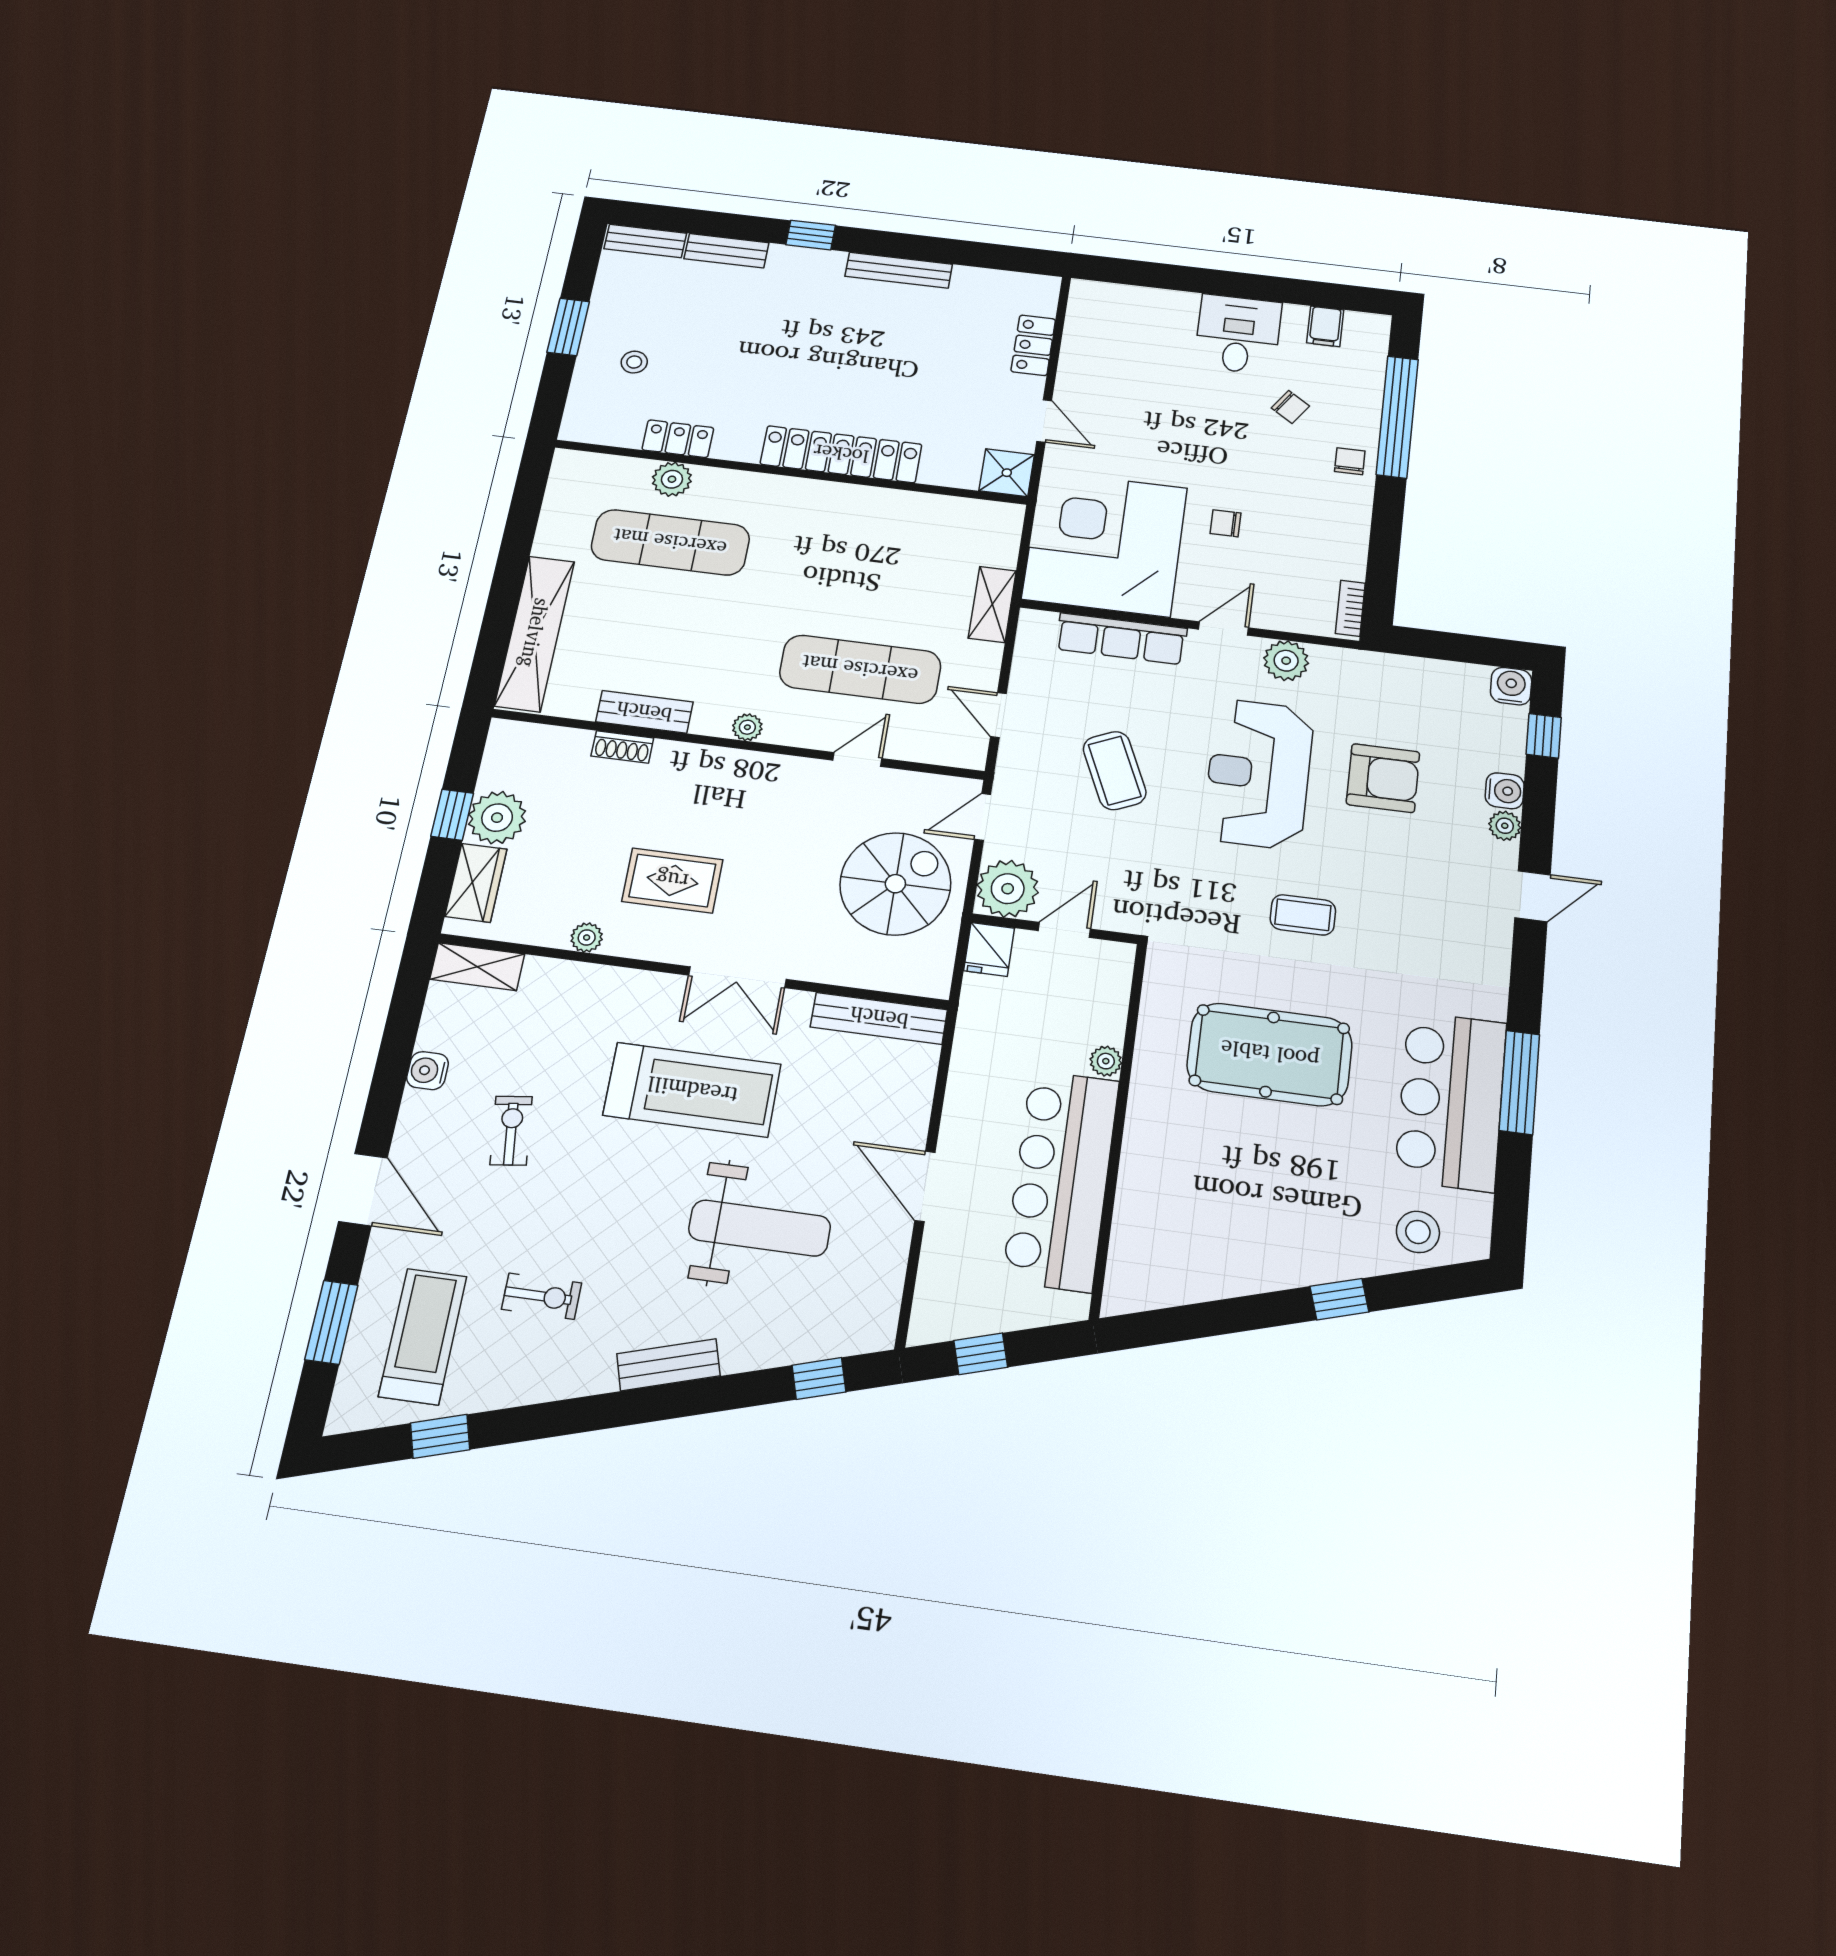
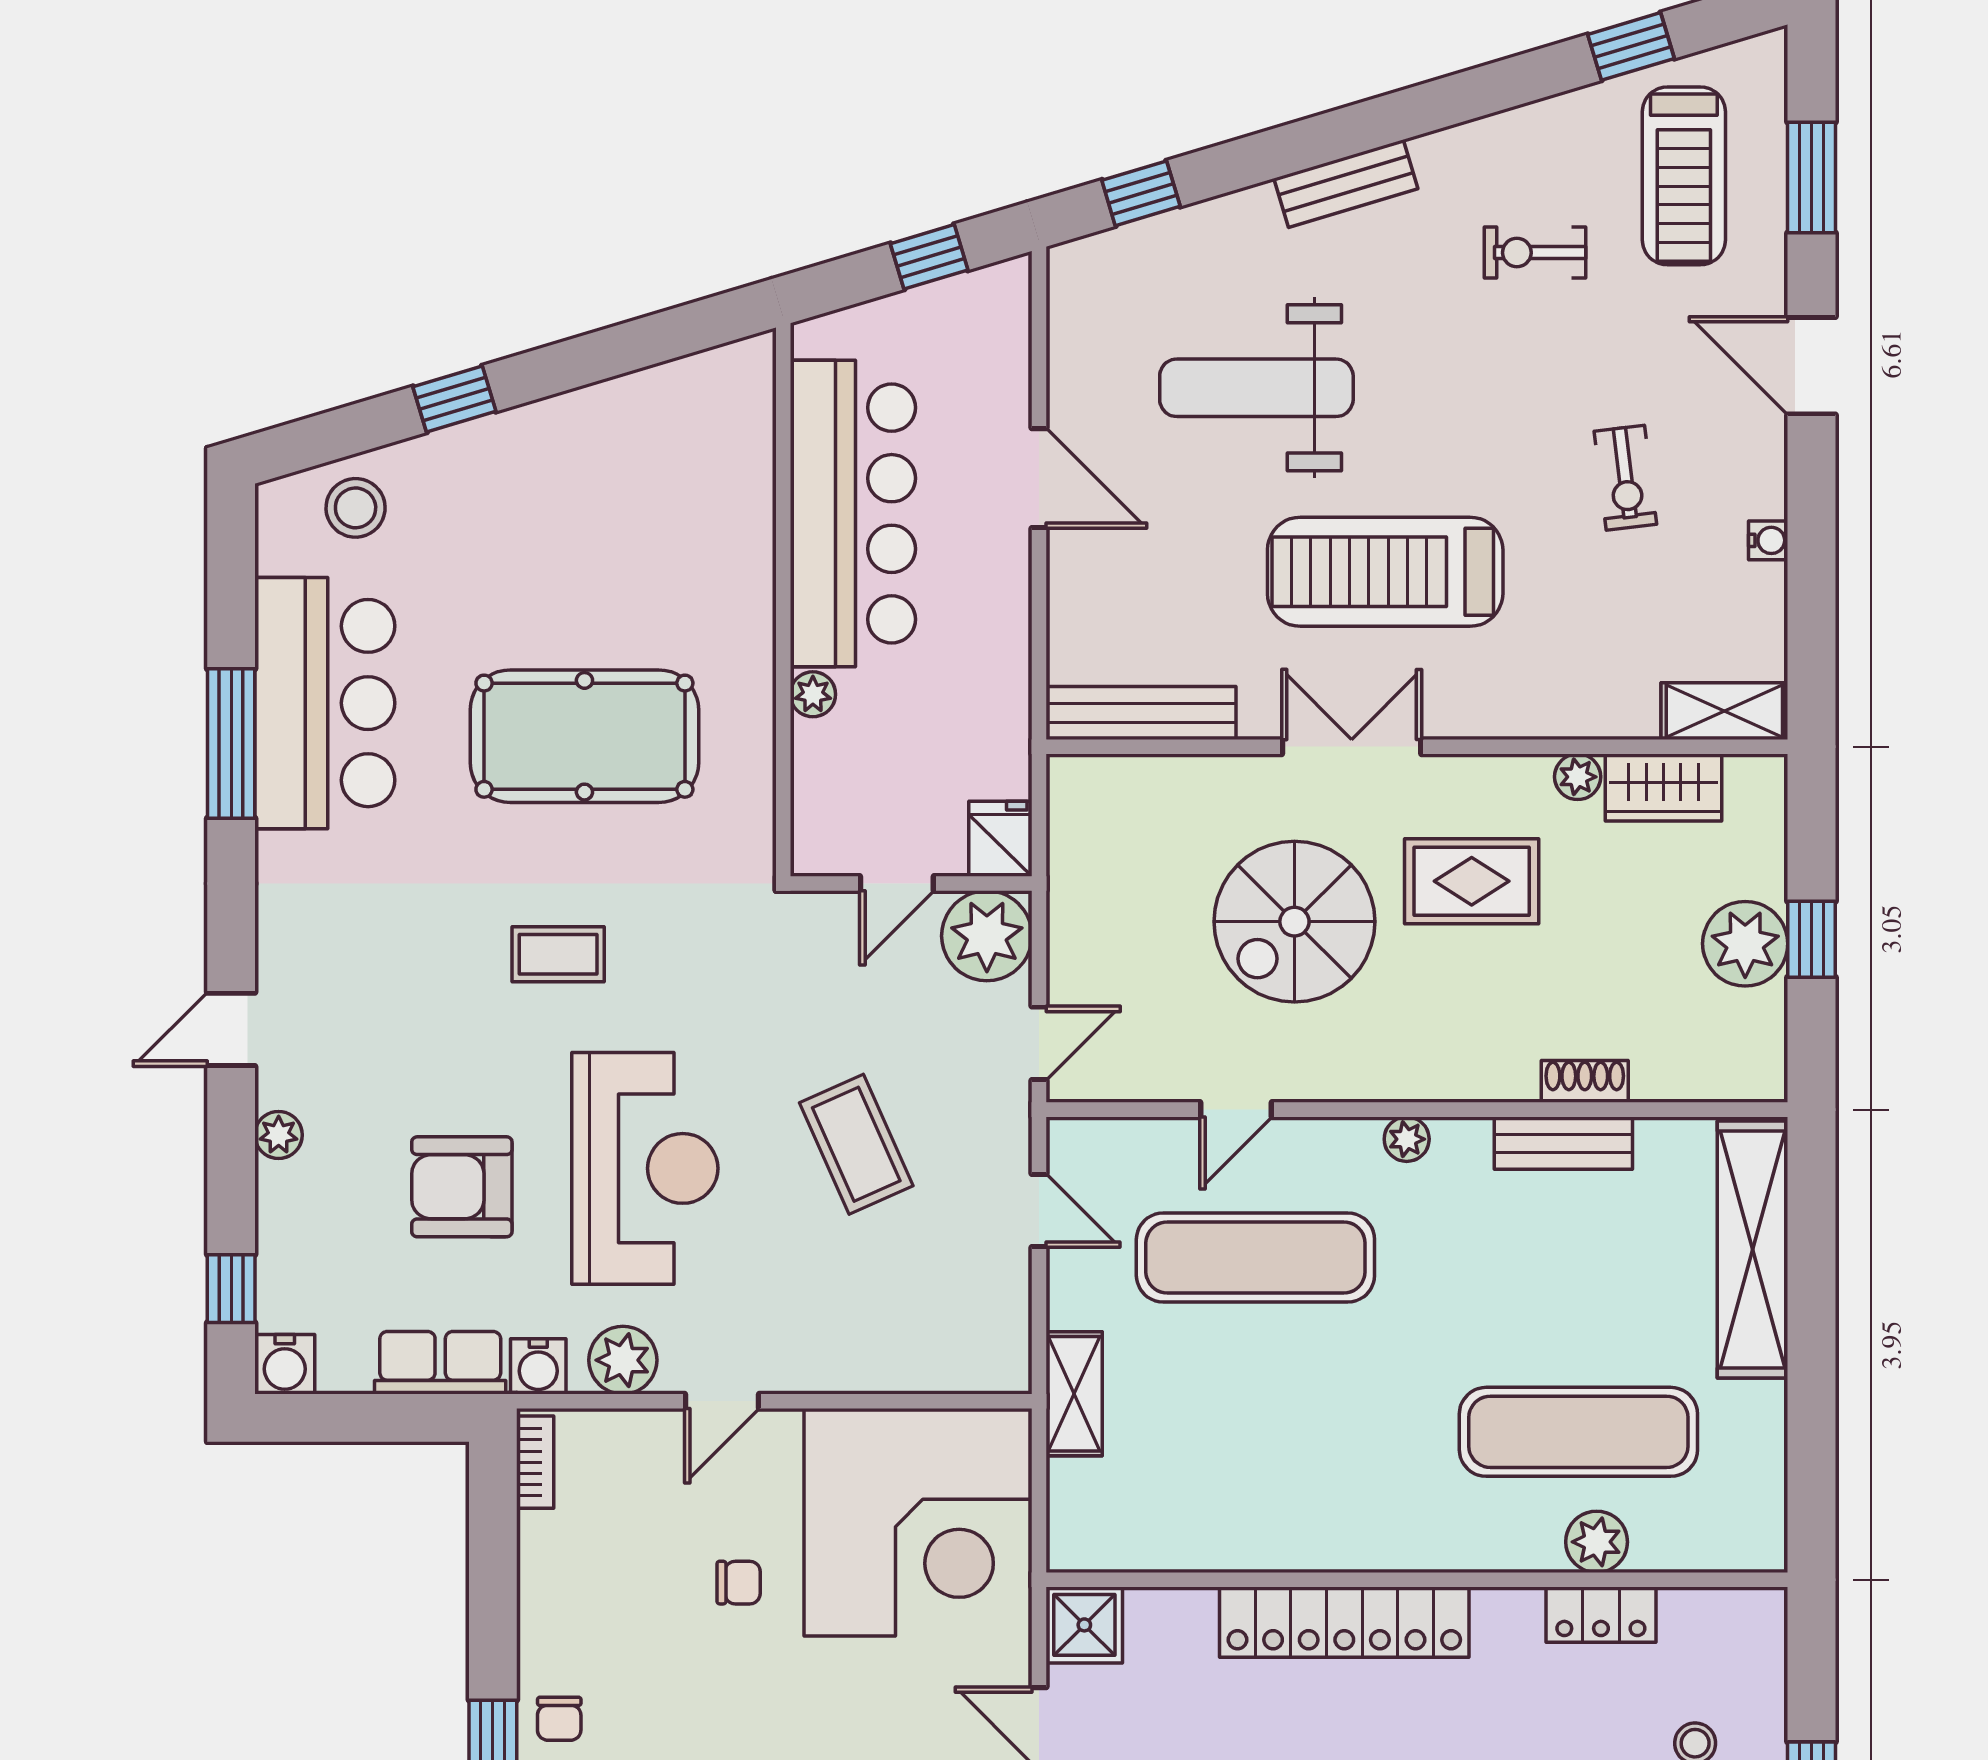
row of seats: (1121, 639) -> (440, 1363), moved, width x0.68
water cooler: (1505, 791) -> (538, 1366), moved, turned -90
wardrobe: (476, 883) -> (1663, 788), moved, turned -90
spiral stairs: (895, 884) -> (1294, 922), moved
water cooler: (428, 1071) -> (1768, 540), width x0.72, depth x0.72

